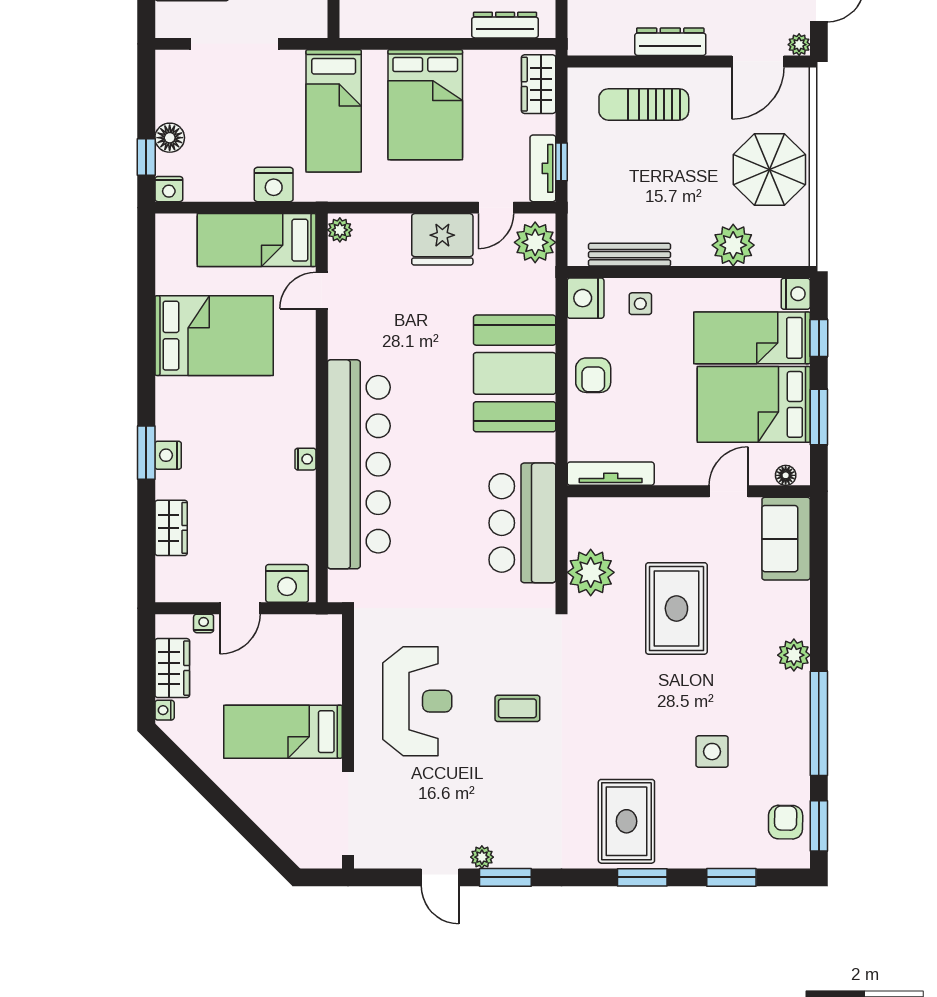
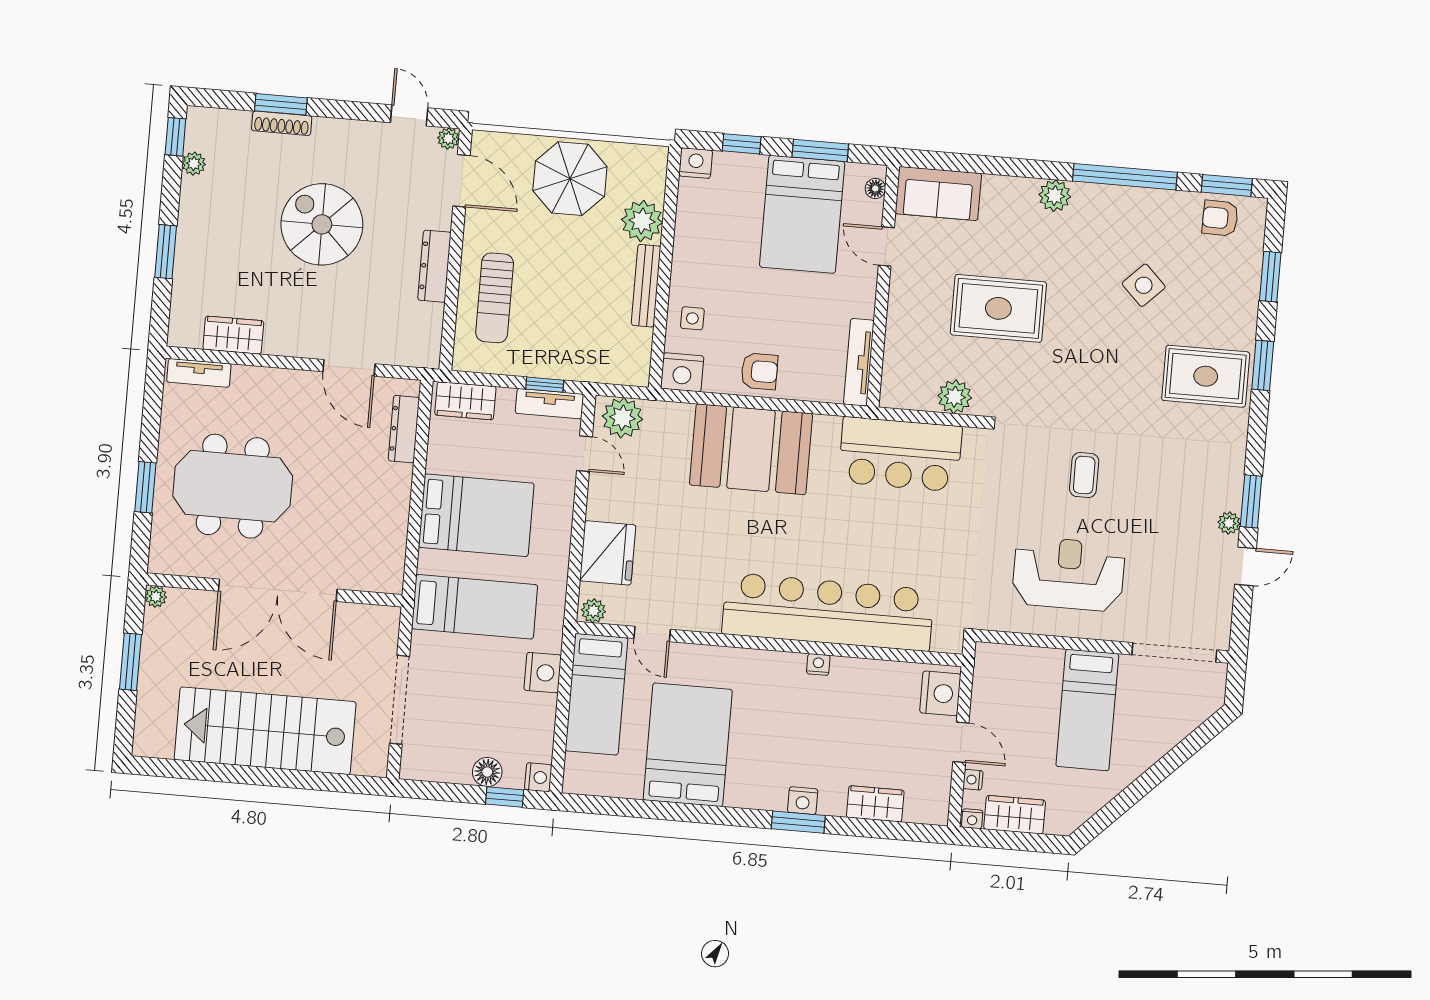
fridge: (442, 239) -> (608, 553), moved
bench: (630, 255) -> (646, 286), moved
bed: (752, 338) -> (736, 210), removed
plant: (591, 572) -> (955, 397), width x0.73, depth x0.73
nightstand: (165, 710) -> (972, 819), moved
side table: (712, 752) -> (1144, 285), turned 45

